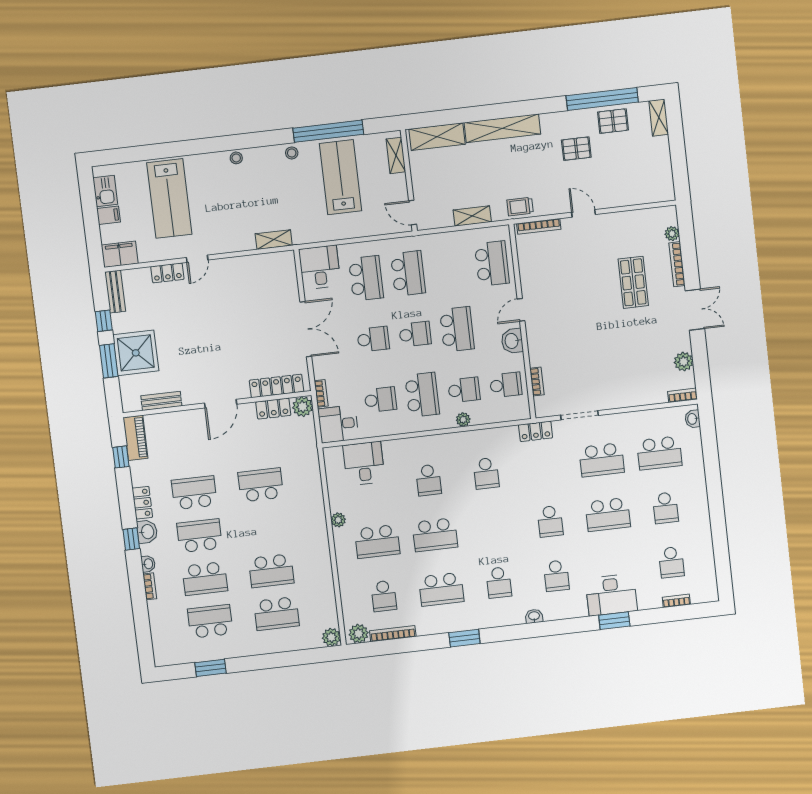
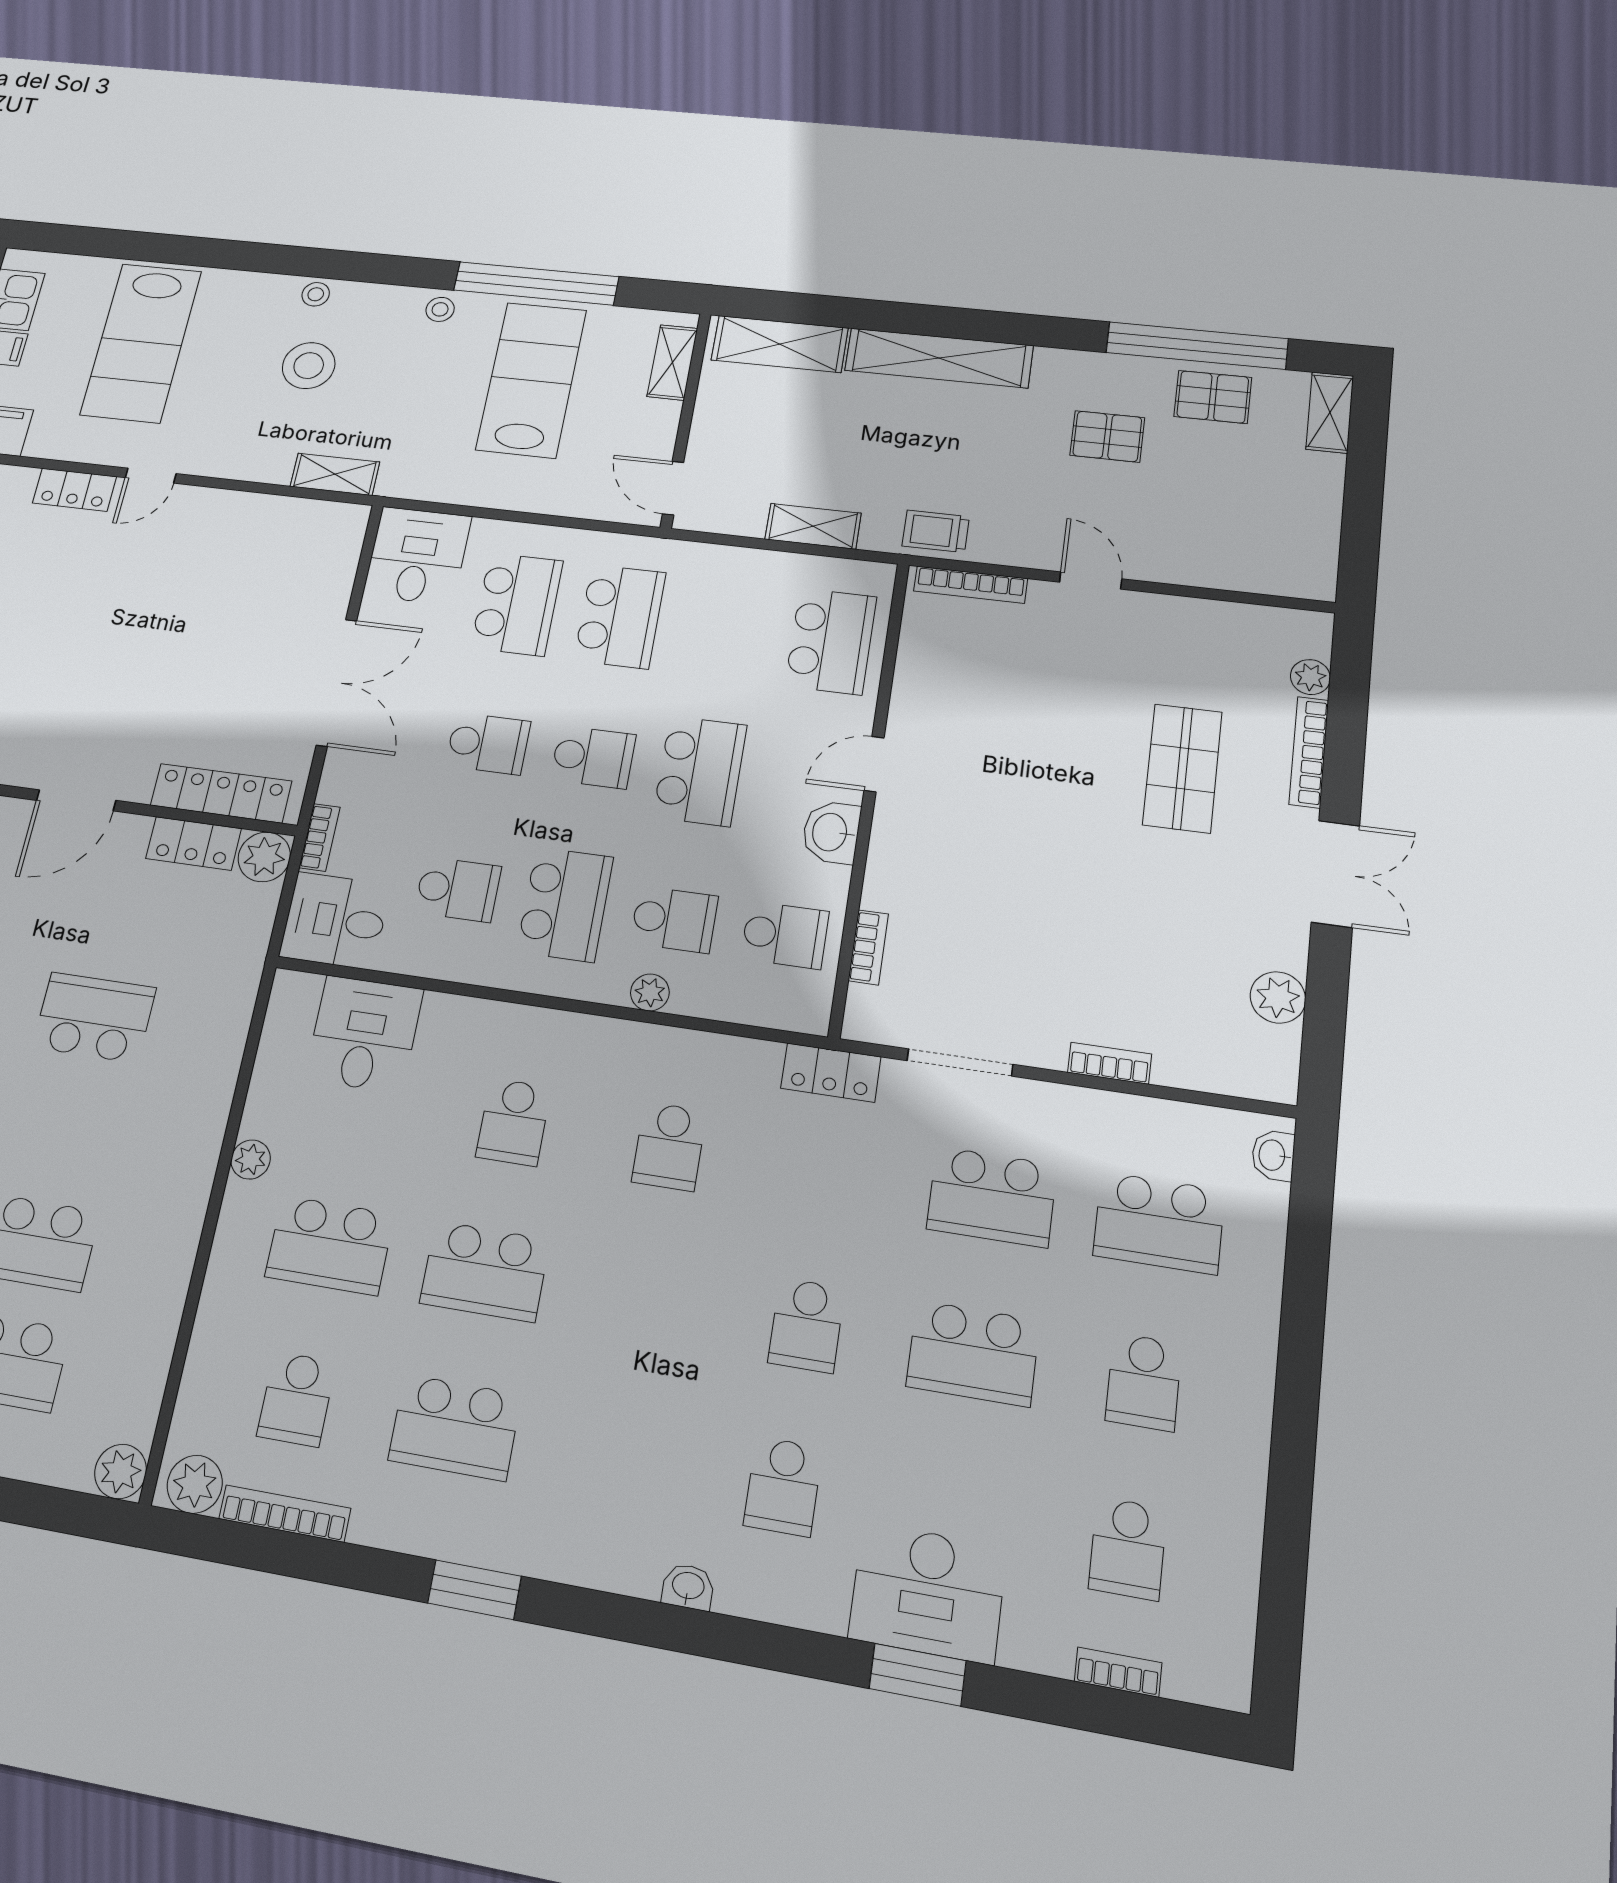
stool: (245, 192) -> (309, 366), added
bookcase: (683, 395) -> (1110, 1063), moved
school desk: (499, 583) -> (617, 1457), removed

